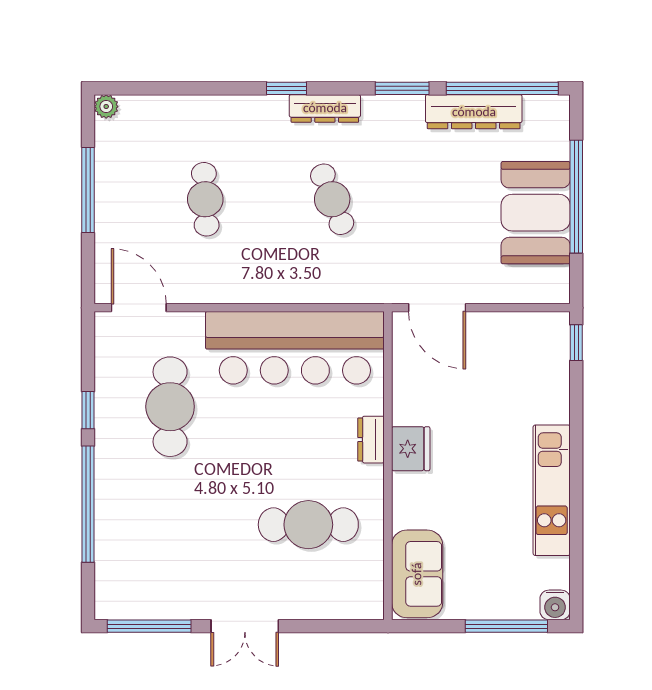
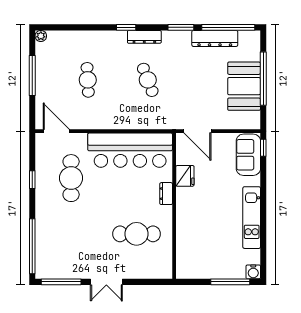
fridge: (411, 449) -> (185, 176), moved
window: (88, 504) -> (32, 246), moved
sofa: (417, 574) -> (248, 155), moved, turned 180

